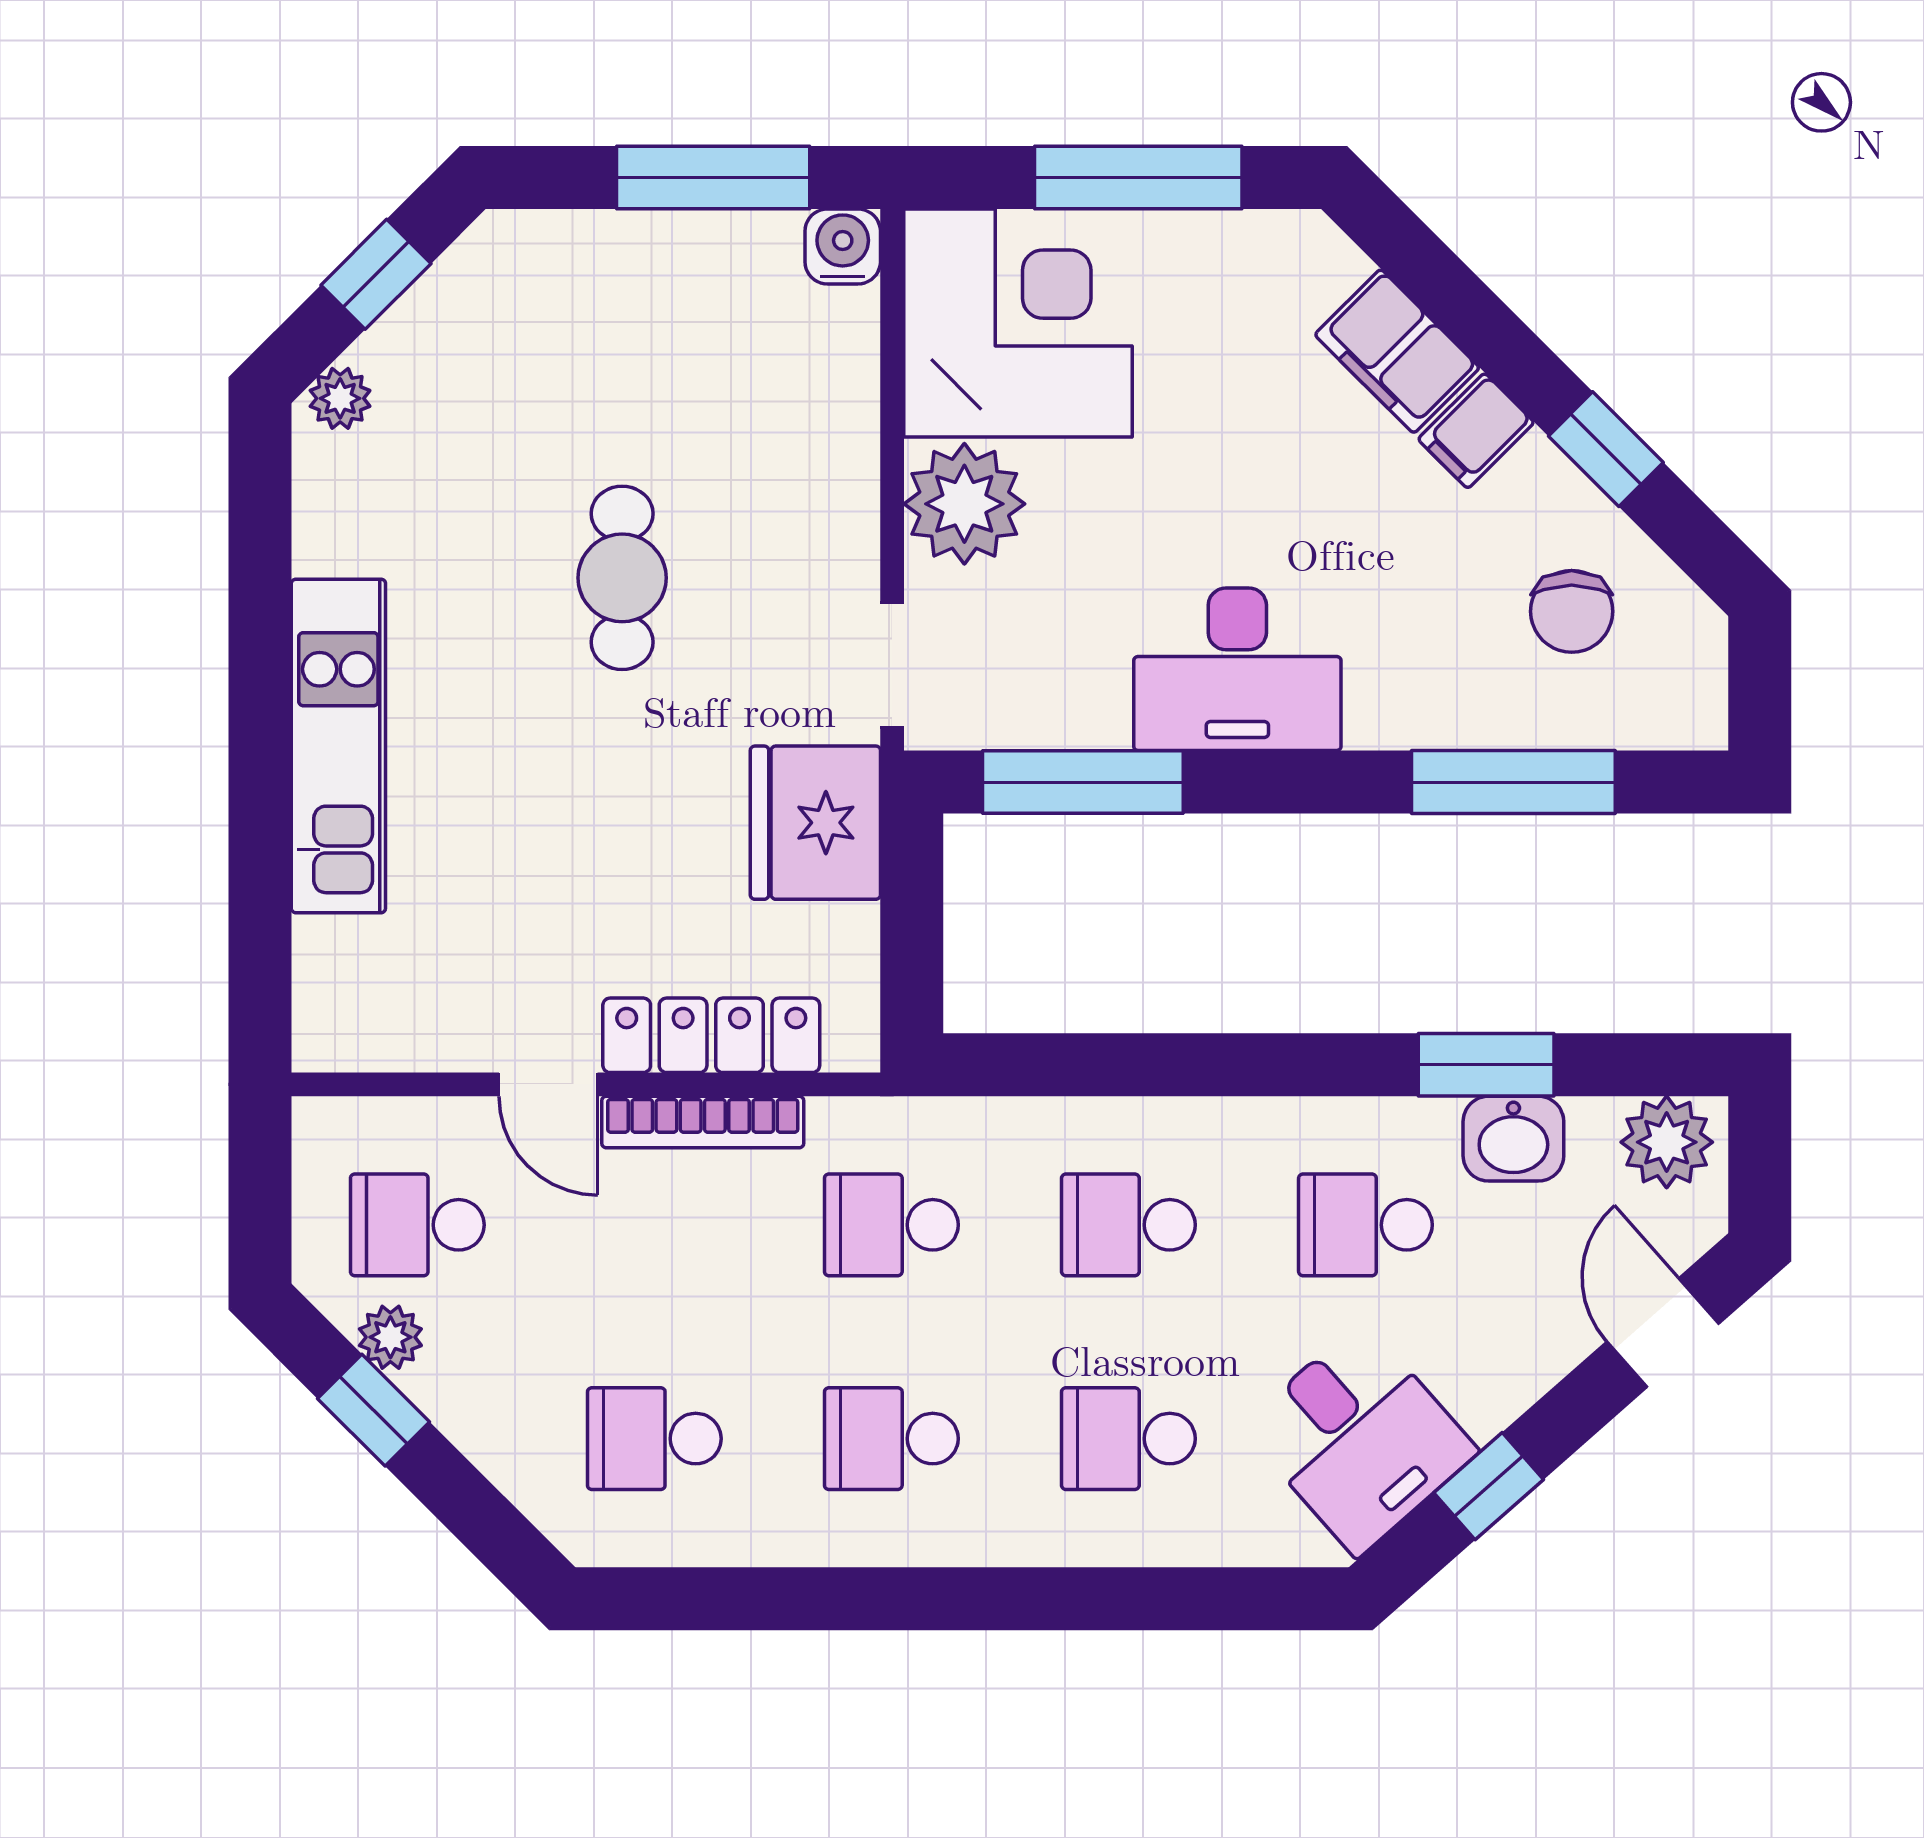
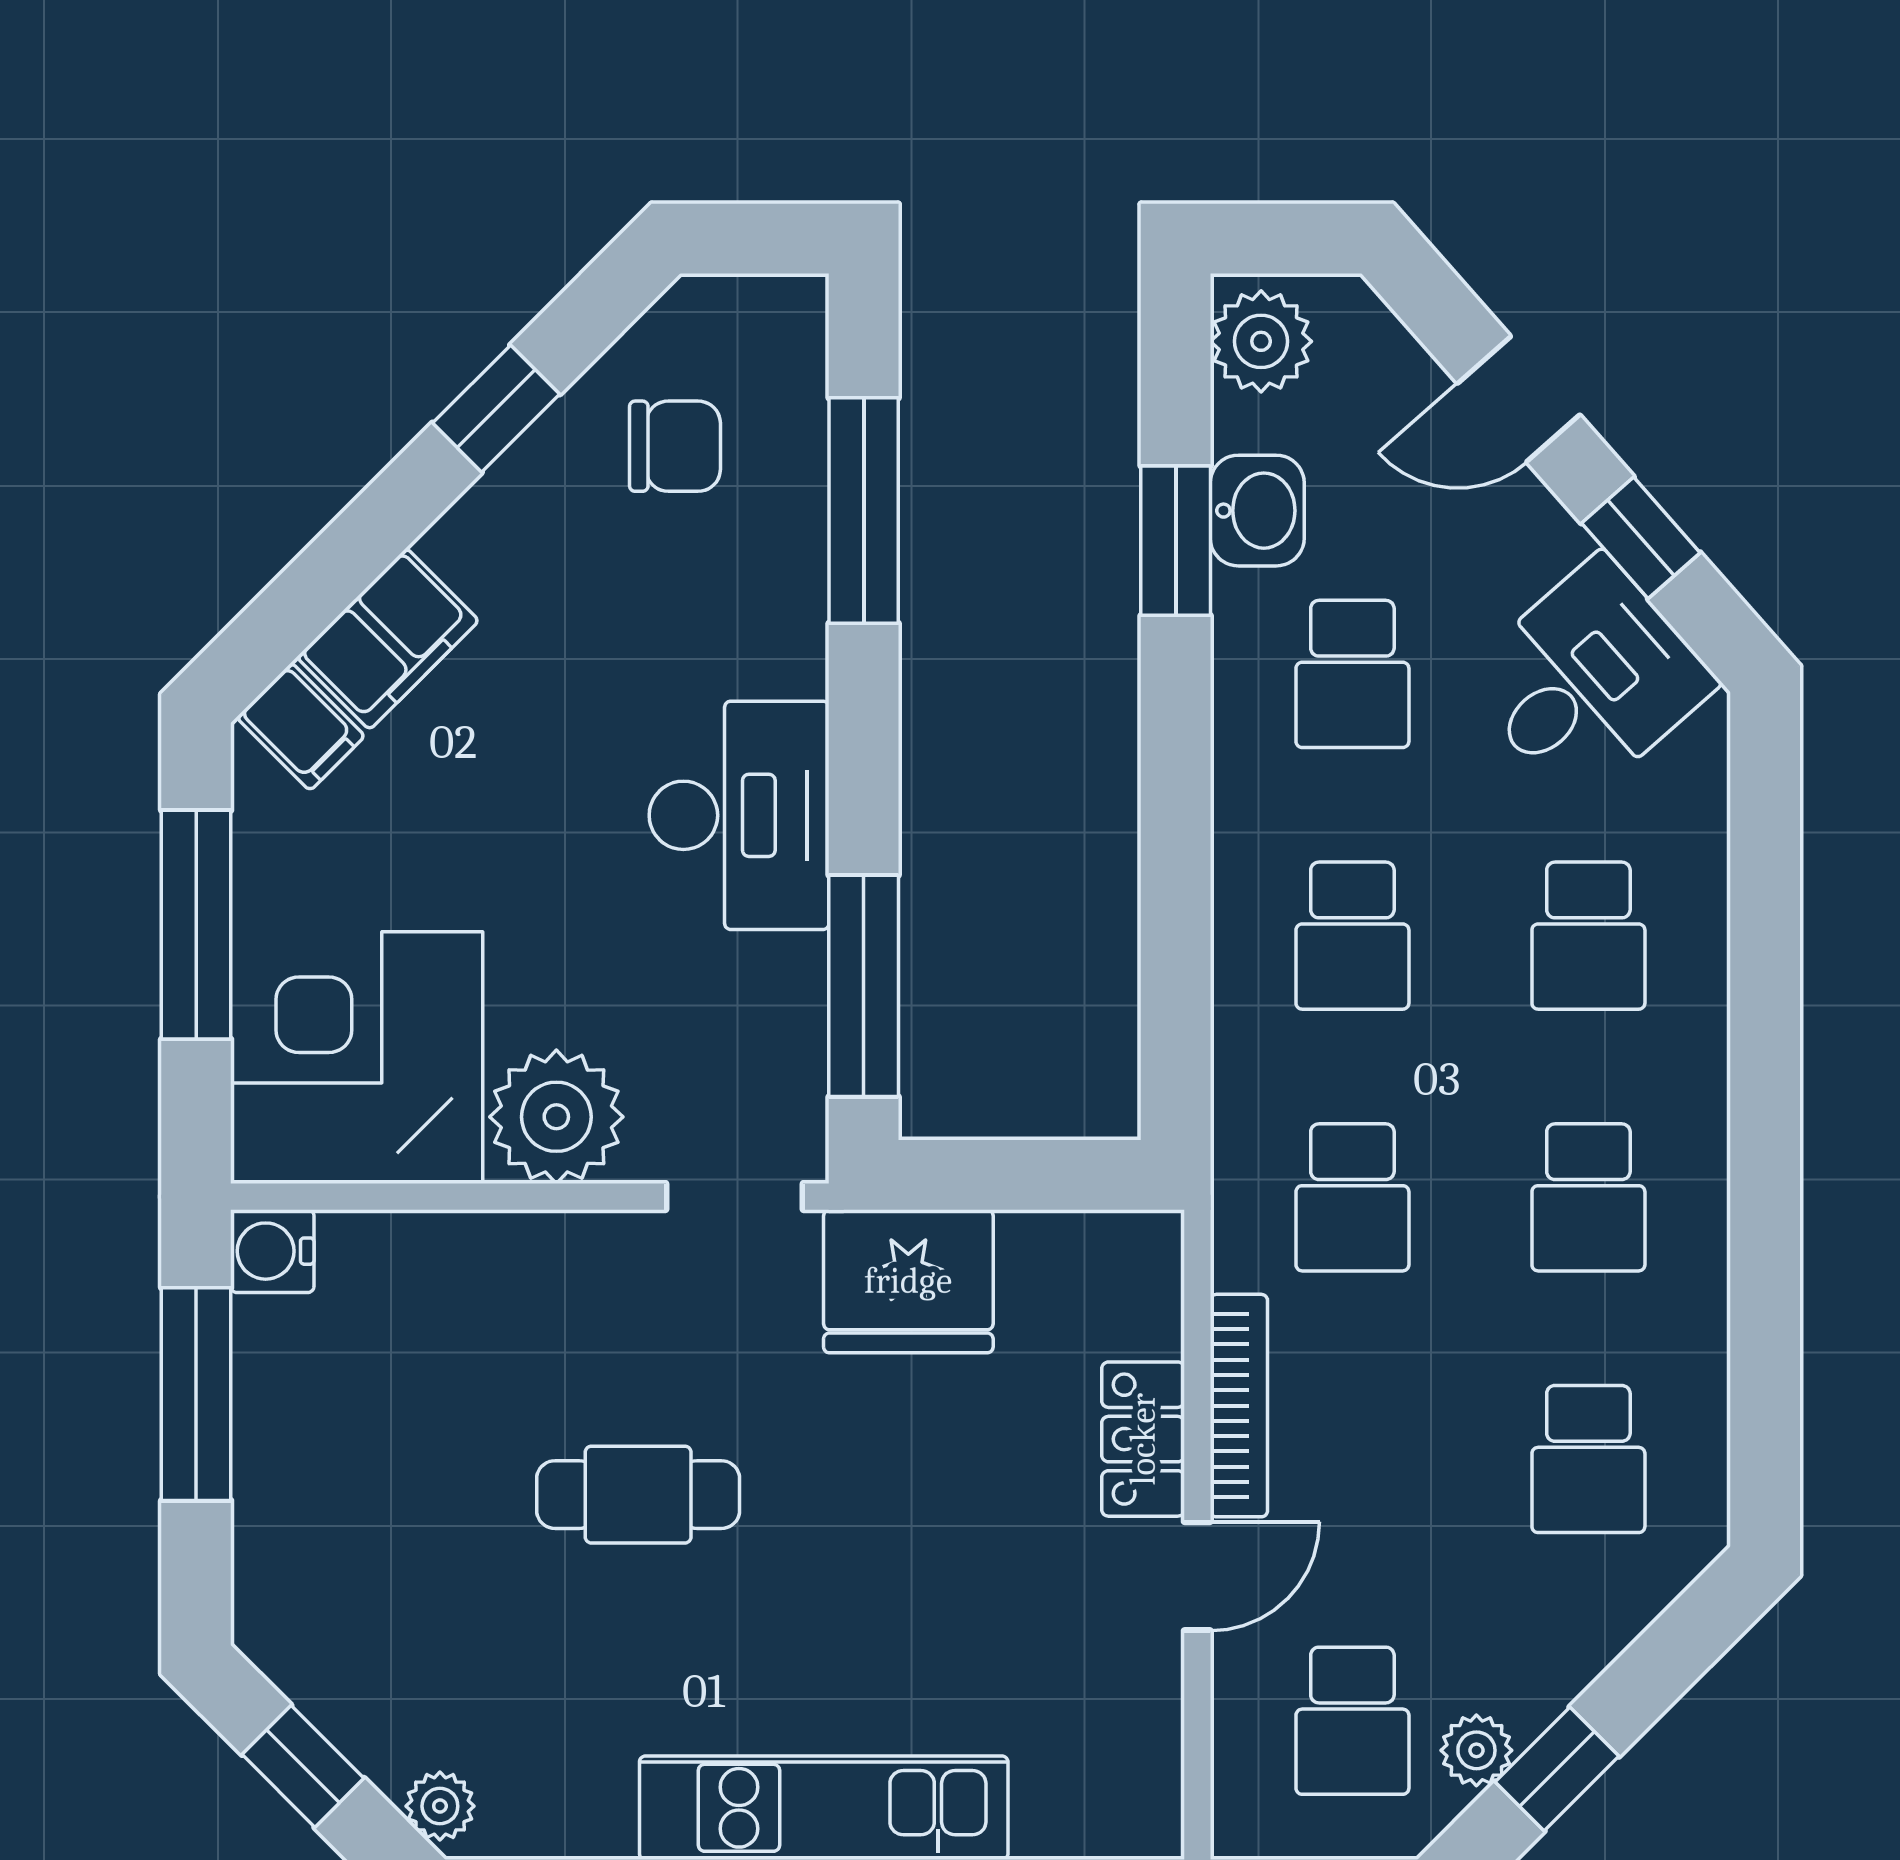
filing cabinet: (1476, 431) -> (301, 727), moved
locker: (711, 1035) -> (1143, 1439), width x0.66
door: (1663, 1333) -> (1519, 399), moved

